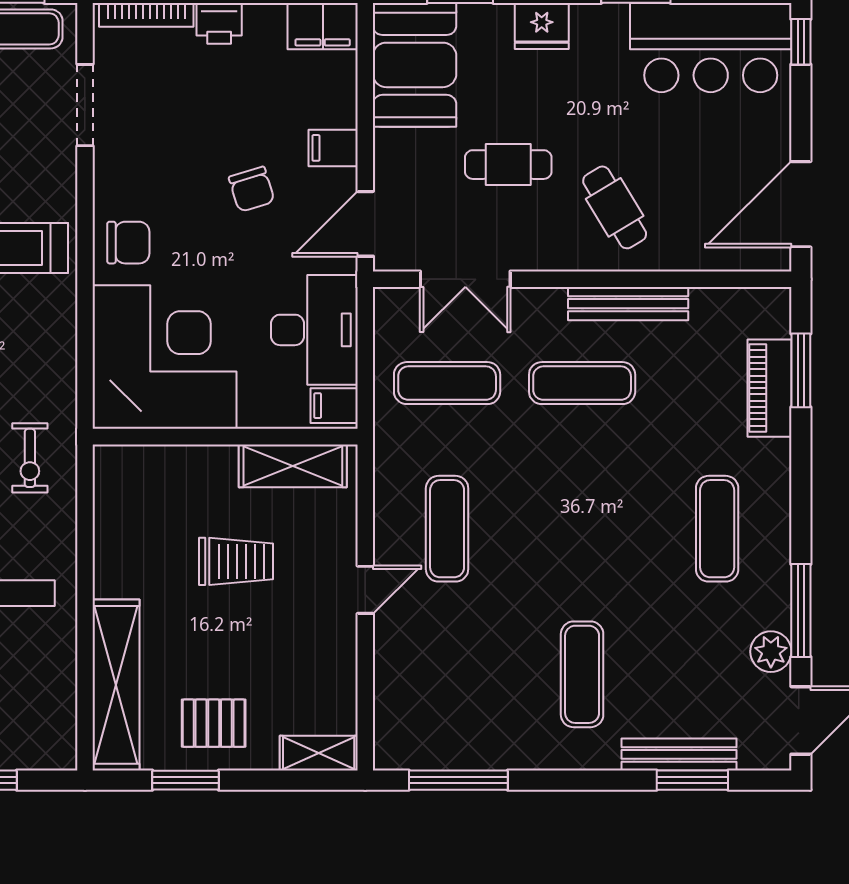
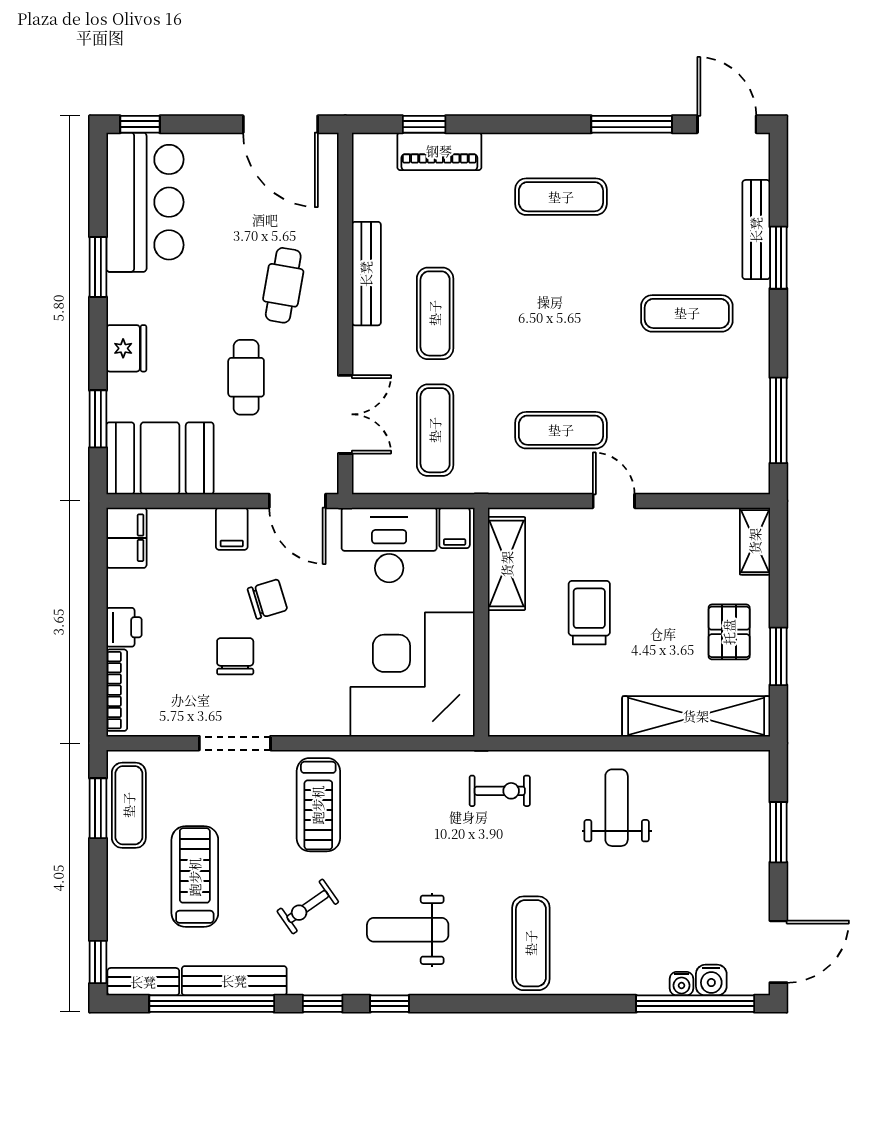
doorway: (85, 105) -> (235, 743), moved
cafe table: (615, 207) -> (283, 285), turned -49
chair: (128, 243) -> (235, 656), moved
window: (801, 370) -> (424, 124), width x0.67
plant: (771, 652) -> (667, 150), removed
window: (692, 780) -> (778, 258), moved

